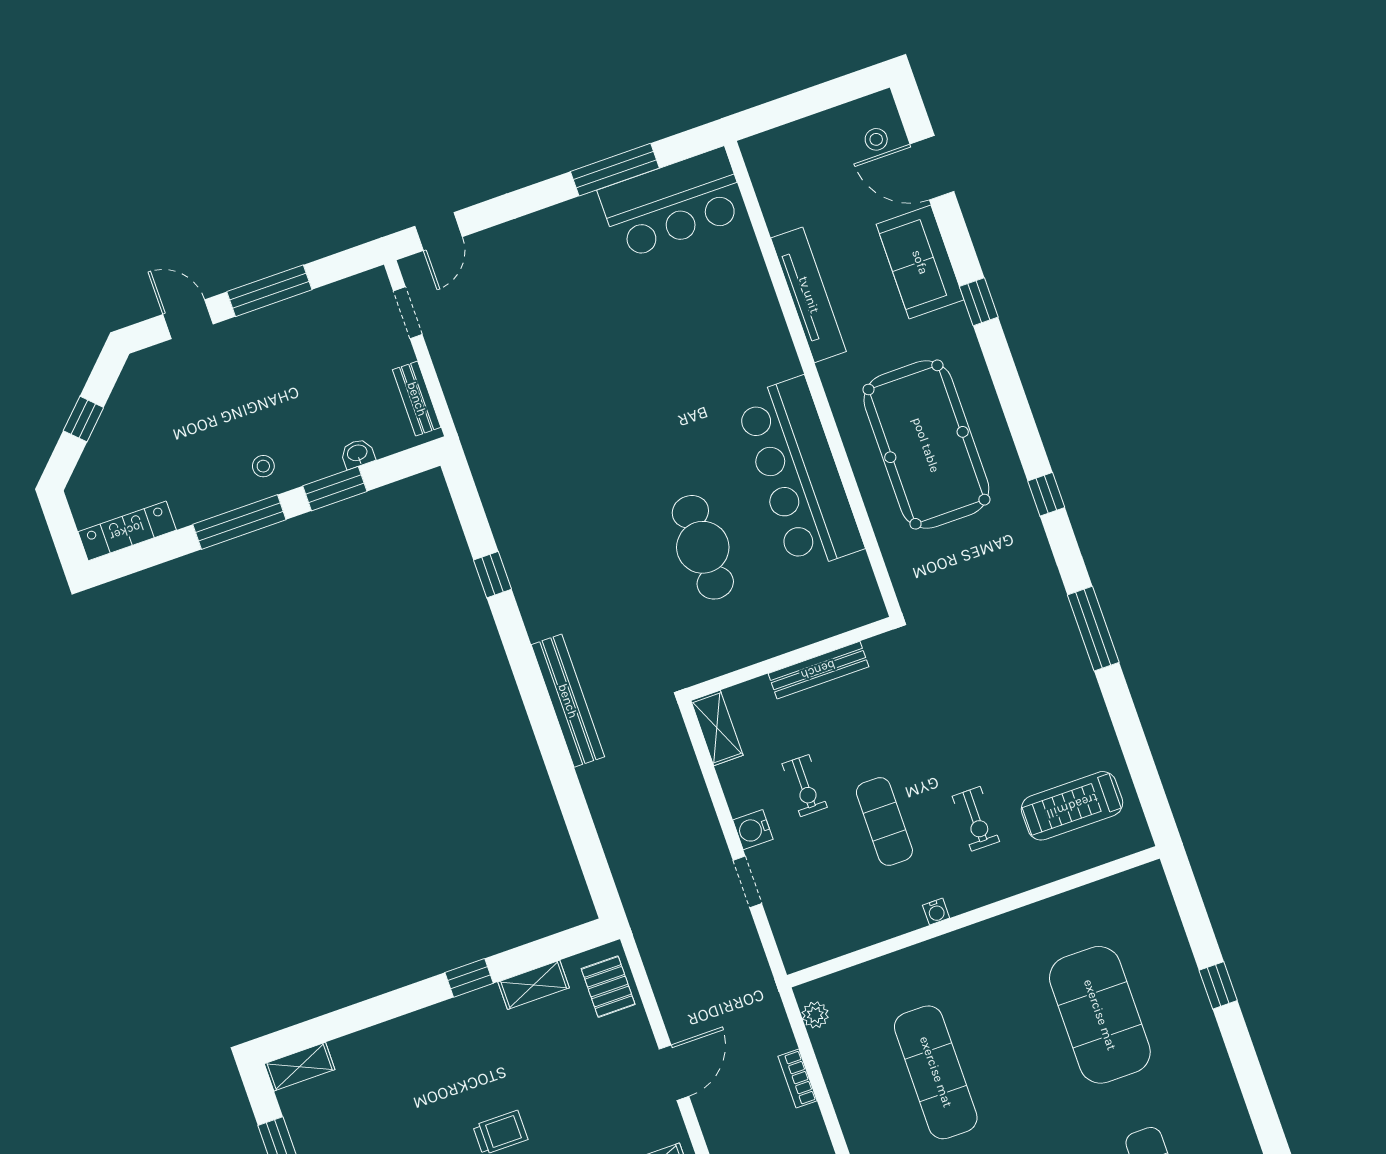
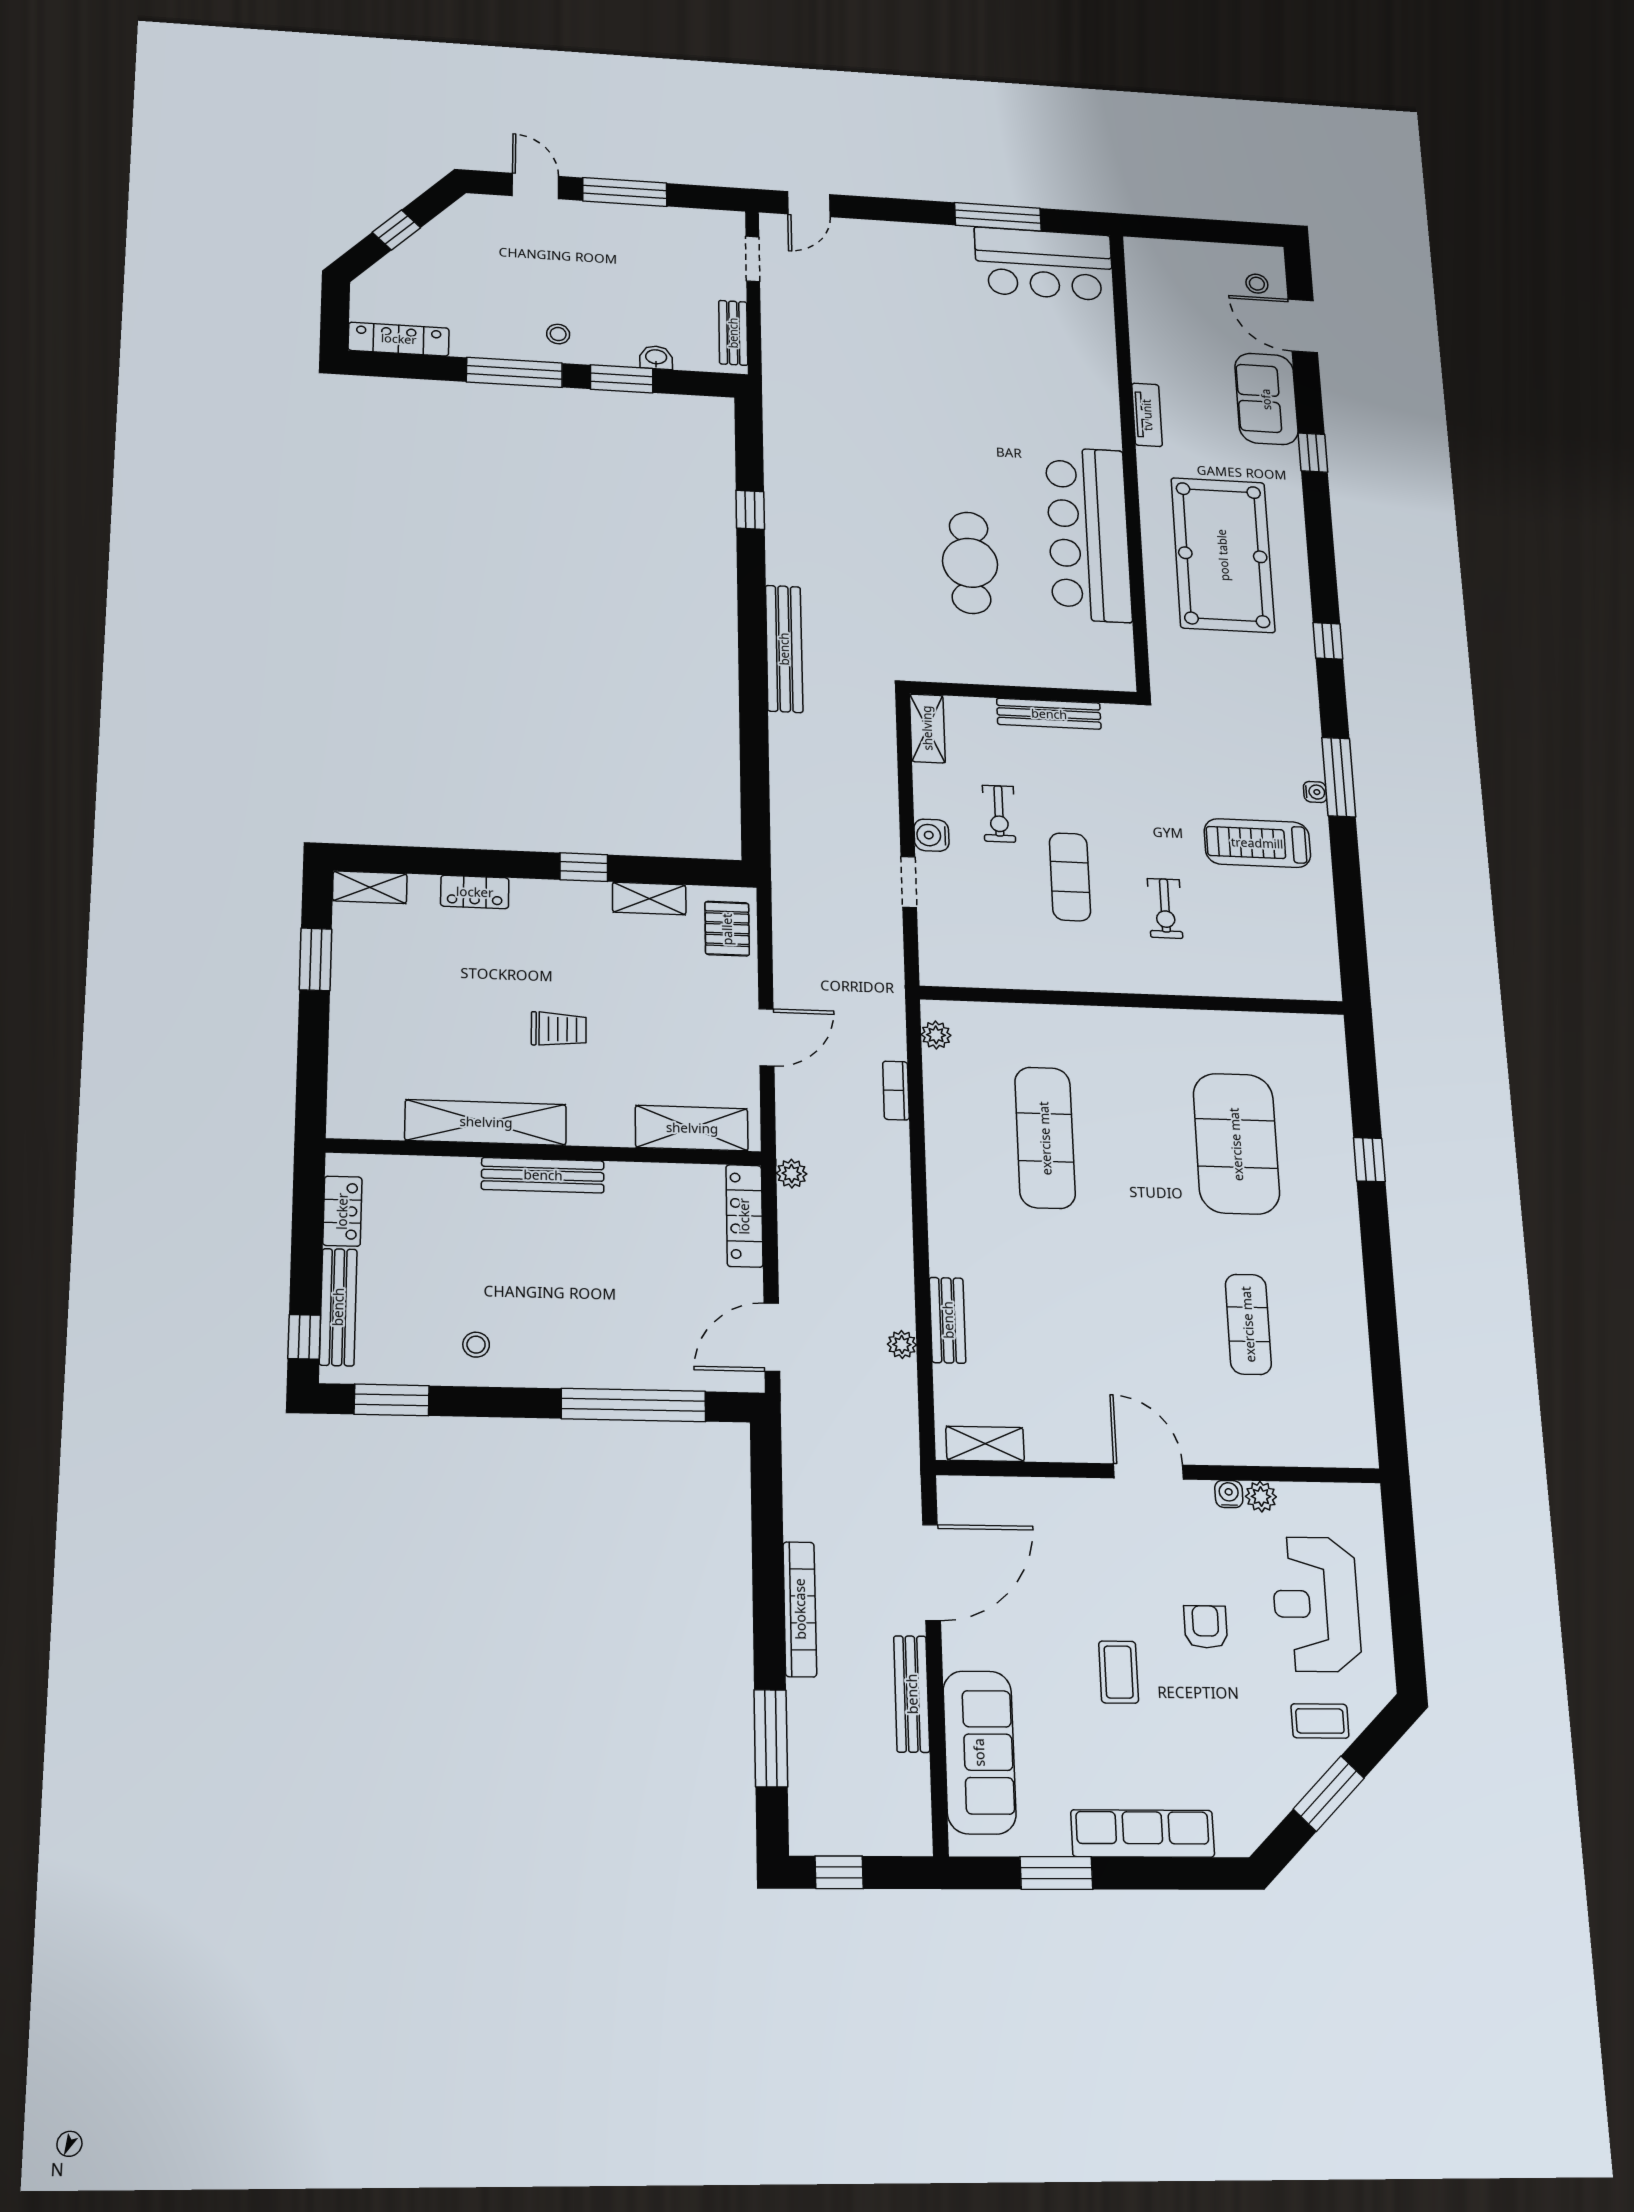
tv unit: (809, 295) -> (1147, 415), width x0.52, depth x0.78
treadmill: (1072, 806) -> (1257, 843), moved
water cooler: (936, 912) -> (1315, 792), moved, turned -90
locker: (387, 1037) -> (475, 892), added

